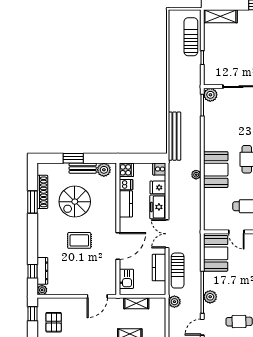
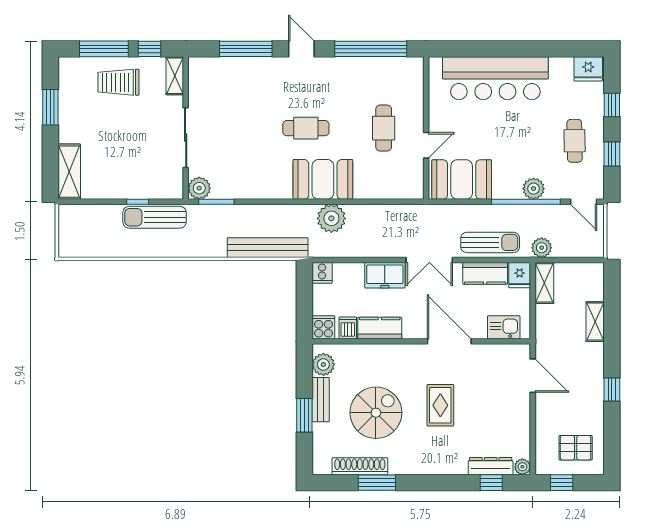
sun lounger: (191, 37) -> (155, 217), moved
plant: (196, 175) -> (331, 218), width x1.88, depth x1.88
fridge: (158, 187) -> (520, 275), moved
spiral stairs: (75, 202) -> (376, 413), turned -90
shelving: (136, 303) -> (544, 283), moved

